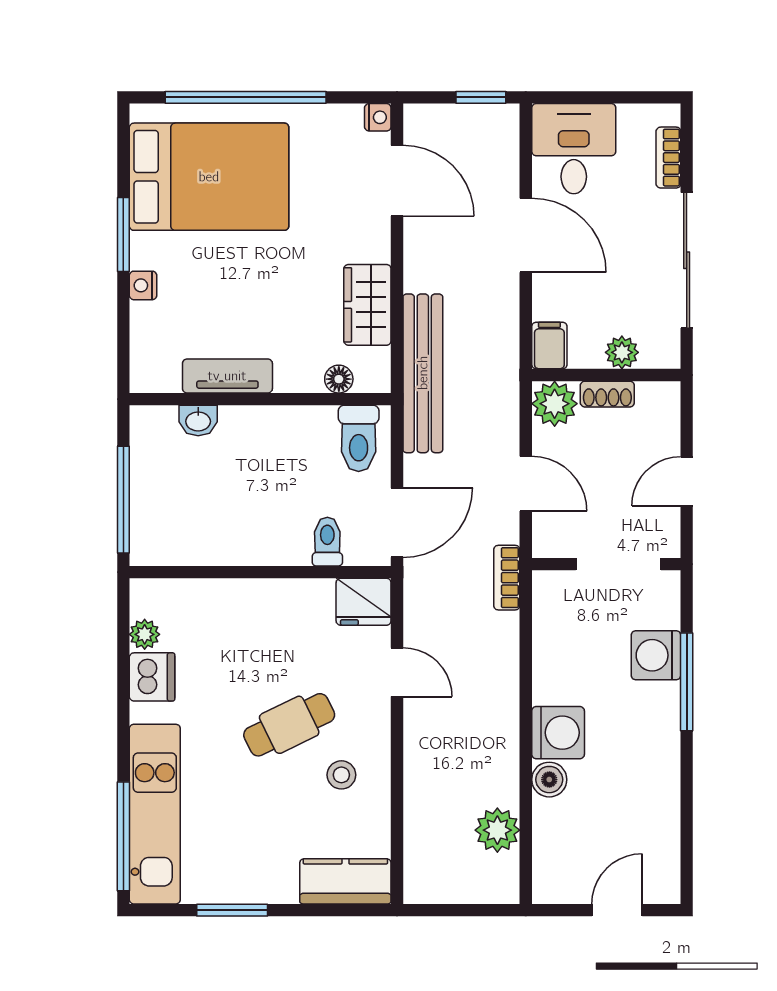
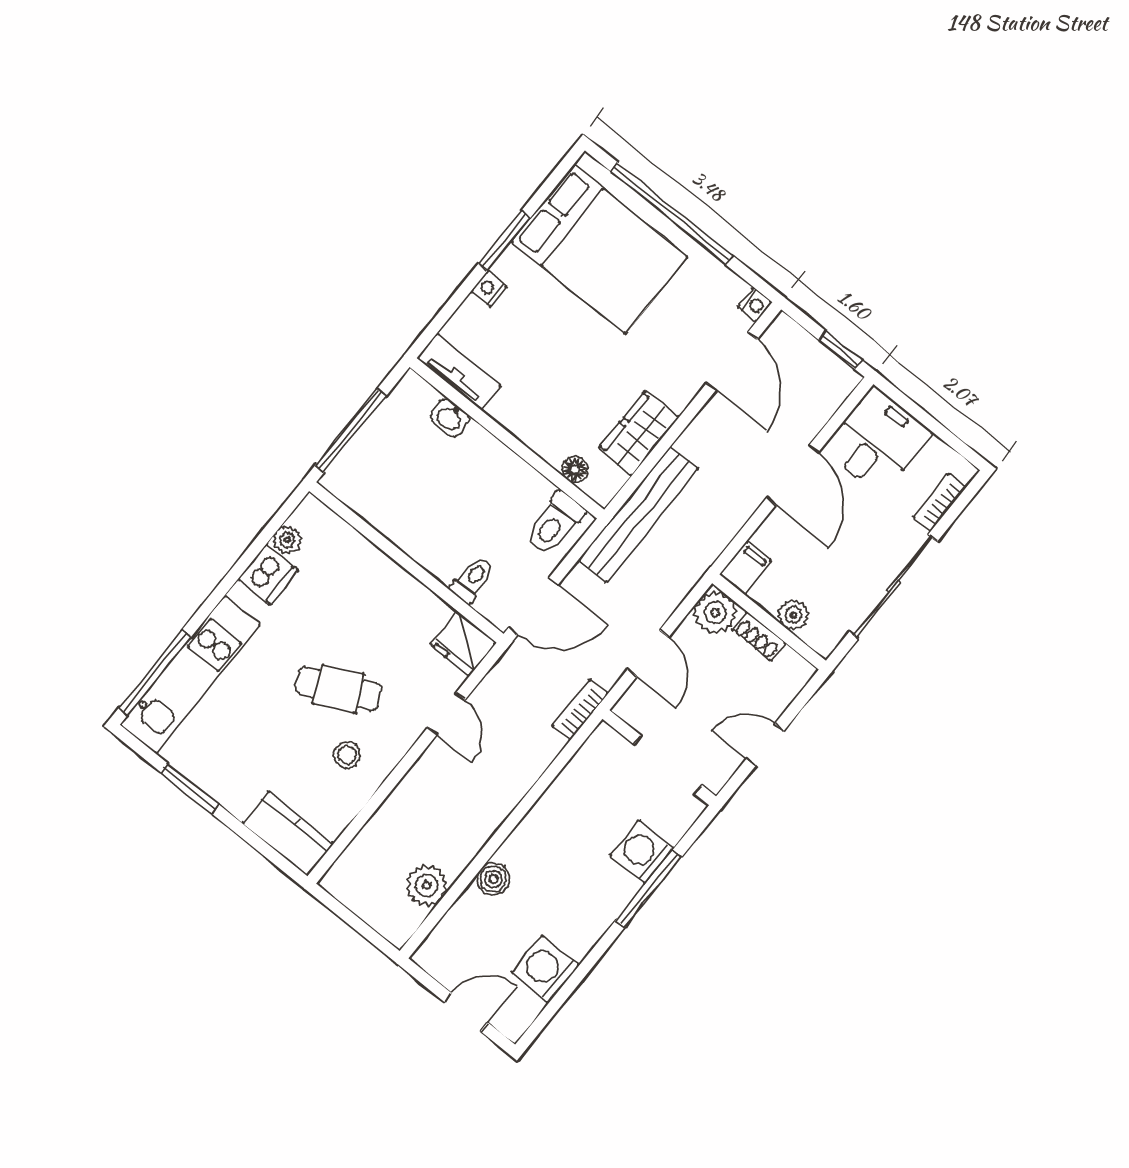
tv unit: (227, 376) -> (459, 372), moved
washing machine: (558, 733) -> (545, 969), moved, turned 180

